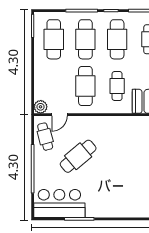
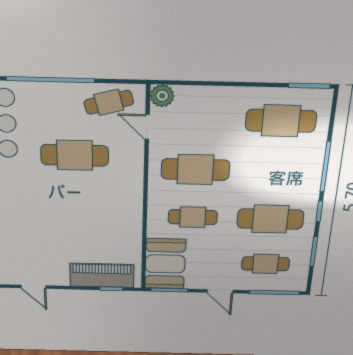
cafe table: (85, 39) -> (275, 171), removed
cafe table: (78, 156) -> (75, 155), turned -50

